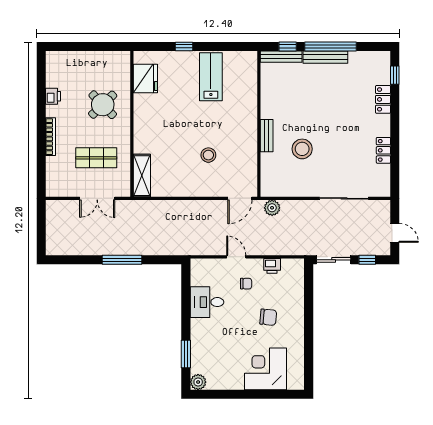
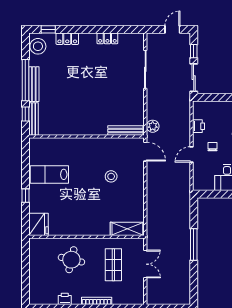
fridge: (145, 78) -> (39, 224), moved, turned 90
round table: (103, 105) -> (71, 260), turned -33
bench: (267, 136) -> (125, 130), moved, width x1.36
stool: (302, 149) -> (38, 46), moved

